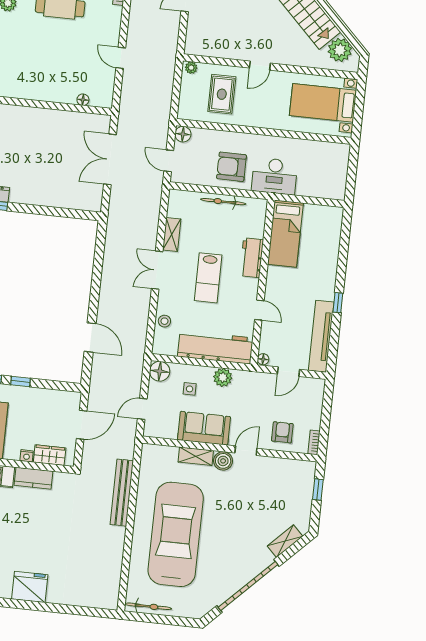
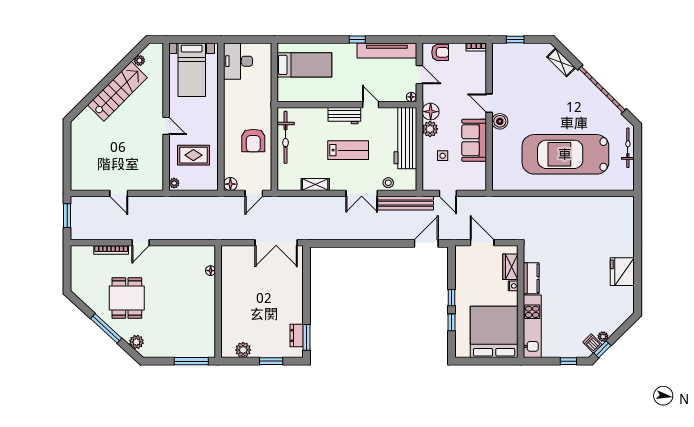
plant: (340, 50) -> (139, 60), width x0.53, depth x0.53
door: (121, 58) -> (141, 243), moved
double door: (110, 159) -> (276, 243), moved
desk: (275, 176) -> (238, 61), moved, turned 180
bicycle: (223, 202) -> (286, 137), width x1.37, depth x1.40
bed: (285, 234) -> (304, 65), moved
workbench: (252, 258) -> (344, 116), moved
double door: (157, 270) -> (362, 193), moved
door: (259, 310) -> (371, 105), hinge flipped
door: (90, 337) -> (426, 243), moved
floor lamp: (160, 371) -> (431, 112), moved
door: (142, 409) -> (448, 193), moved
armchair: (282, 432) -> (440, 52), moved, turned 180
shelving: (196, 456) -> (498, 145), removed
bench: (122, 493) -> (406, 203), moved
bicycle: (148, 606) -> (628, 148), moved

